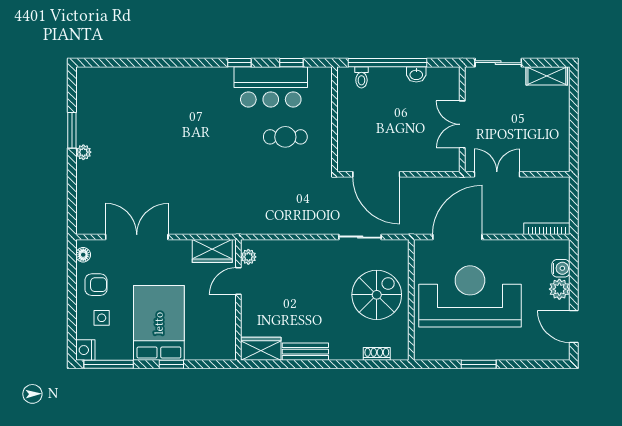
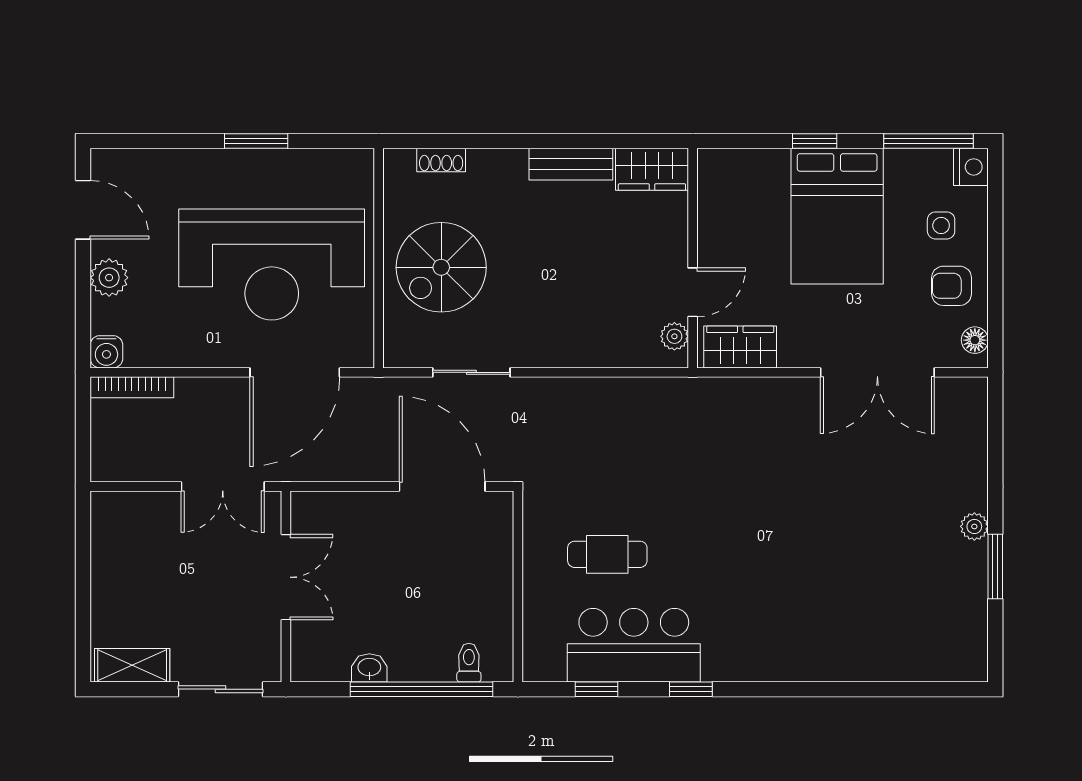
water cooler: (561, 268) -> (106, 352), moved, turned -90

